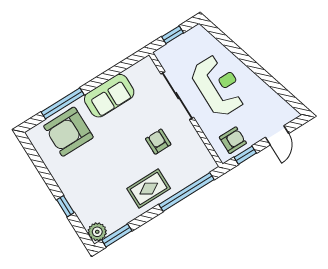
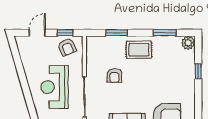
armchair: (233, 140) -> (67, 47), turned -114
window: (186, 192) -> (116, 33), width x0.47
window: (117, 235) -> (165, 33), moved

